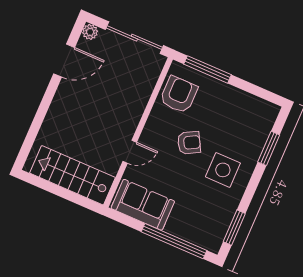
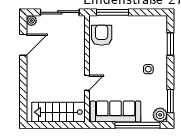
armchair: (189, 143) -> (121, 62), removed
side table: (223, 170) -> (148, 69), width x0.54, depth x0.54
sofa: (143, 205) -> (116, 111), width x1.36
plant: (212, 240) -> (160, 115), added

